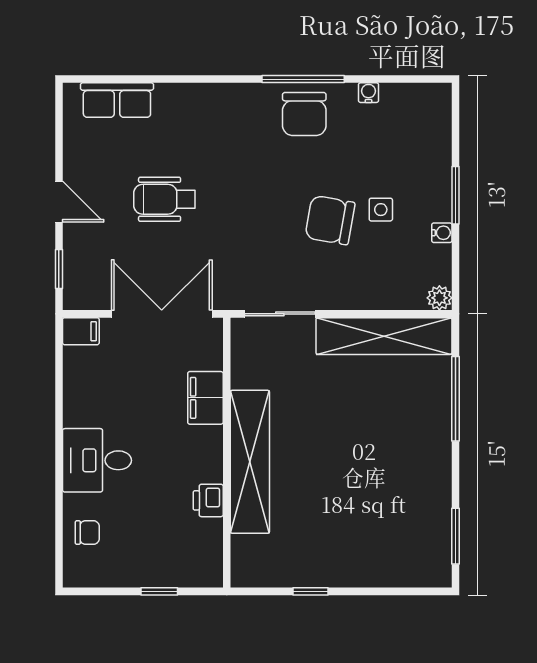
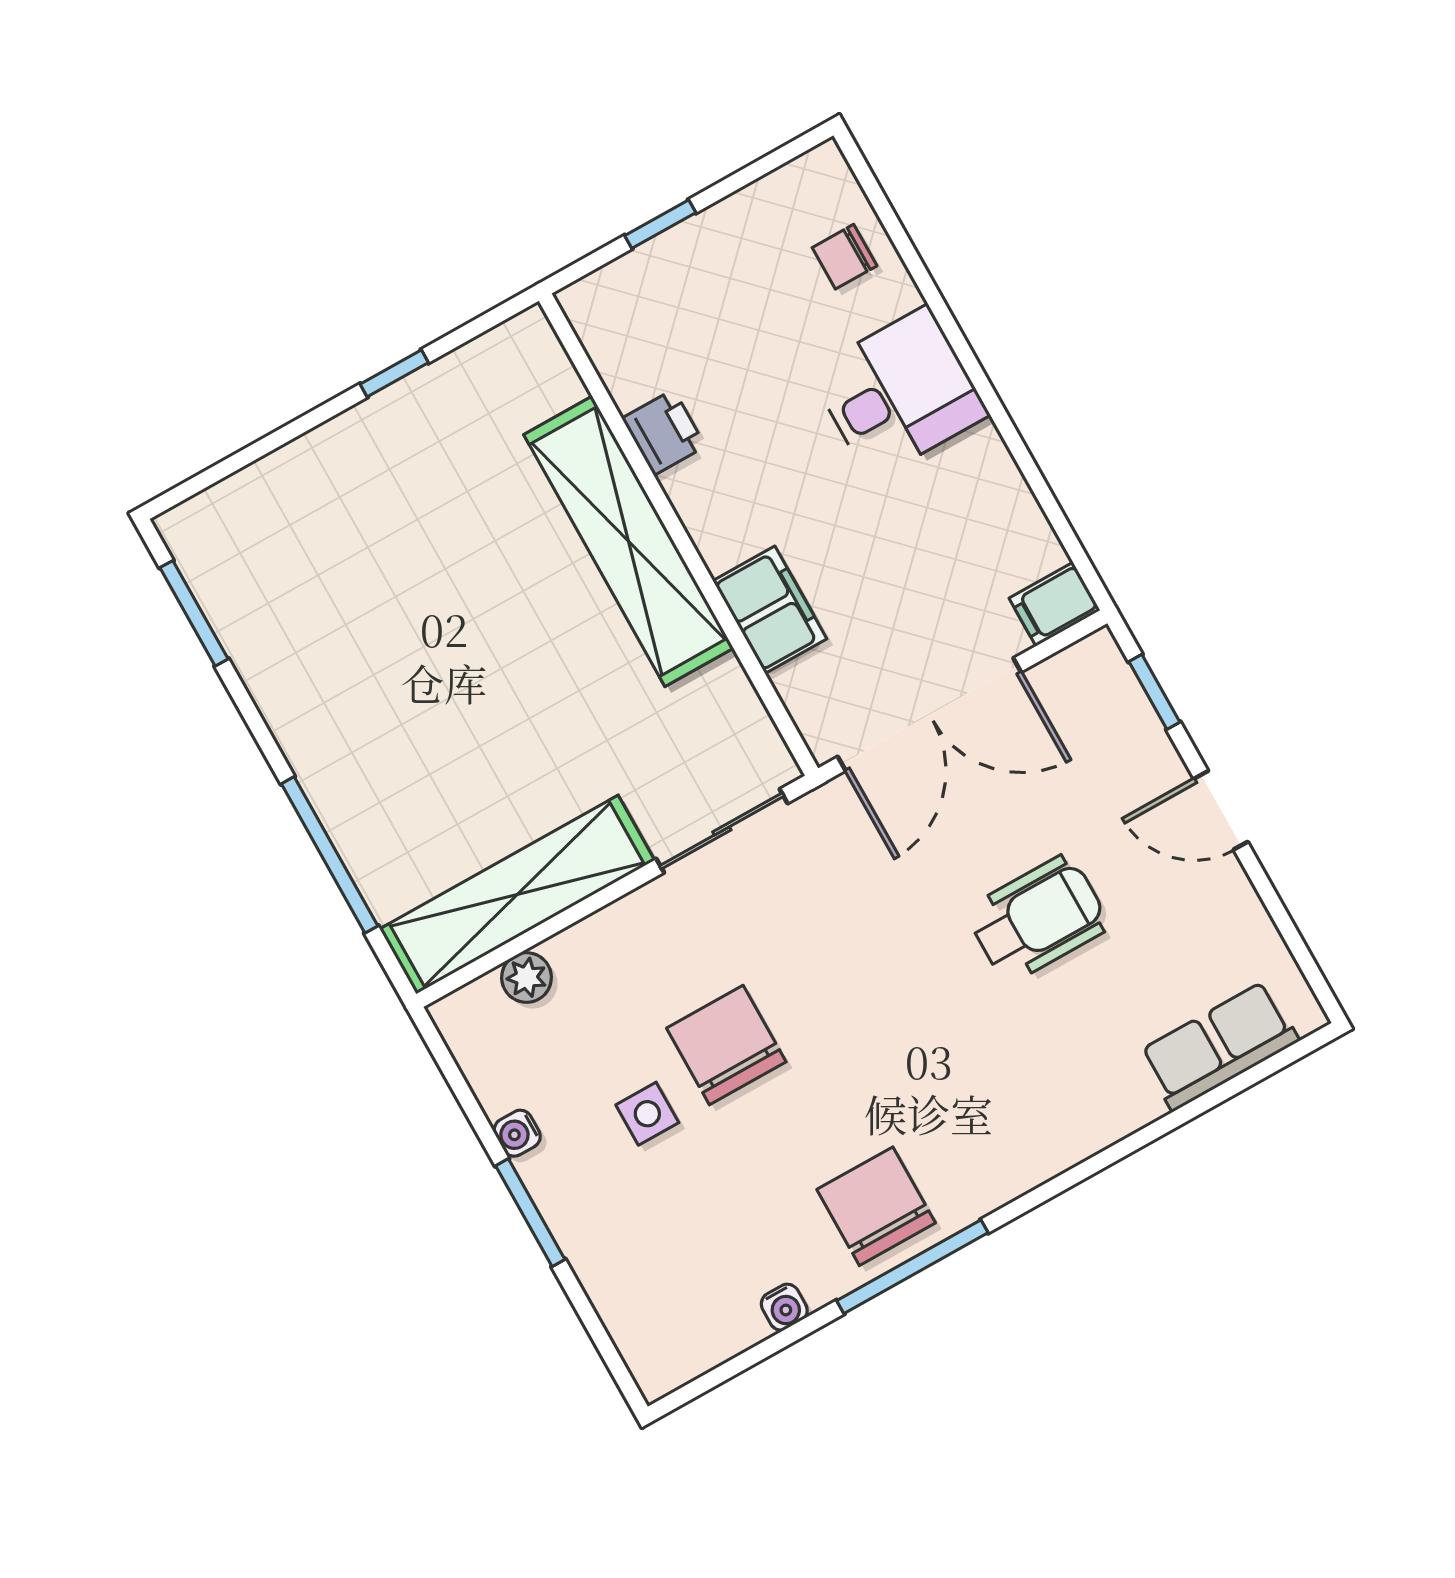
chair: (330, 220) -> (726, 1045), turned -100
plant: (439, 298) -> (526, 978), moved

